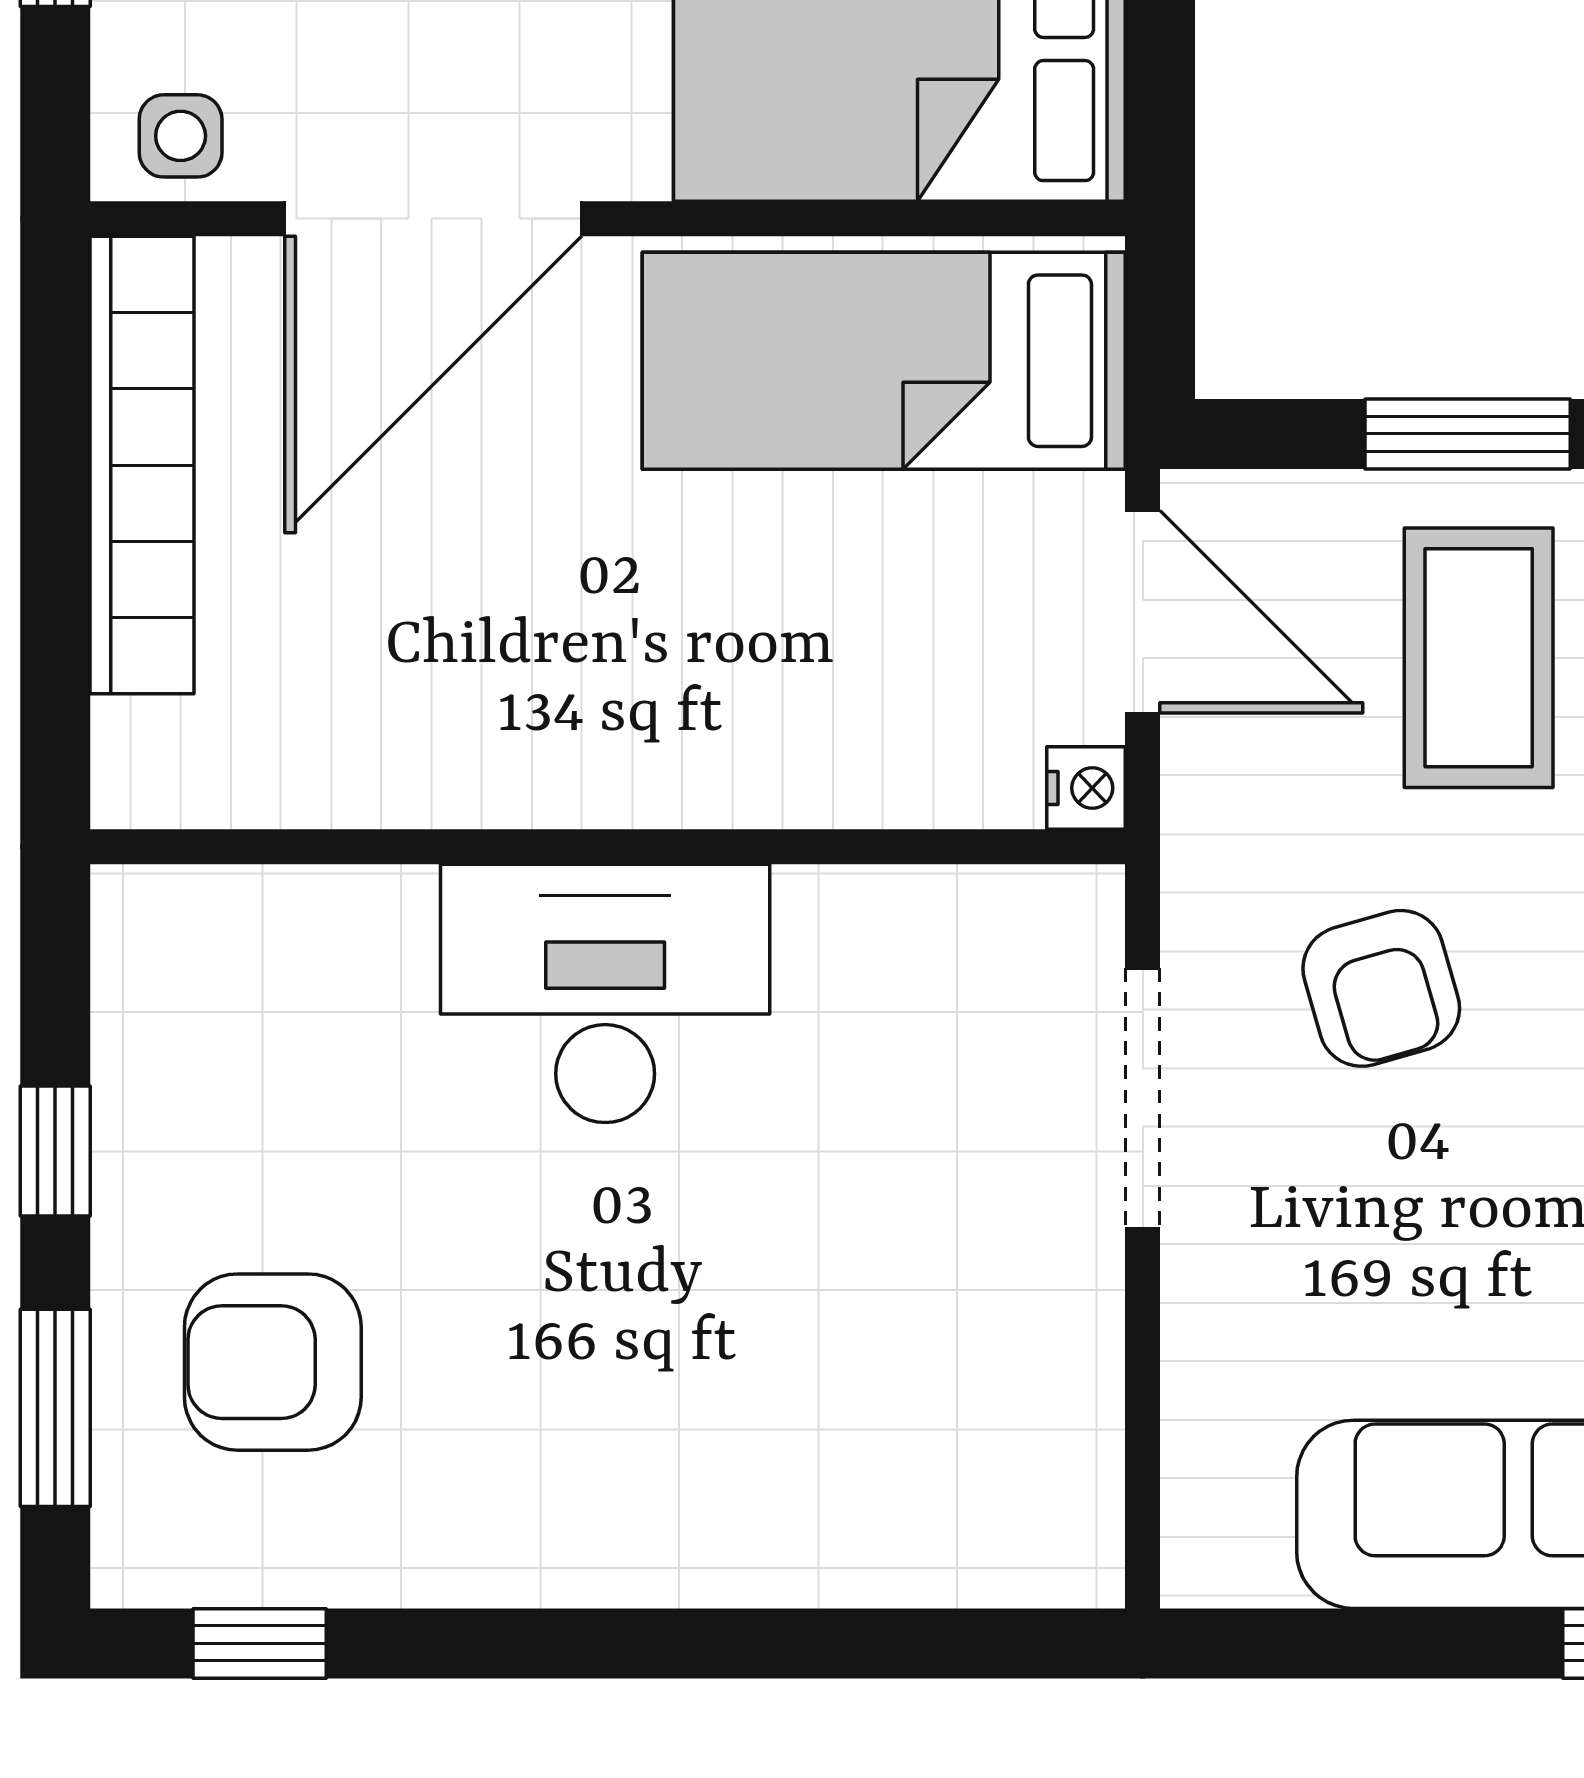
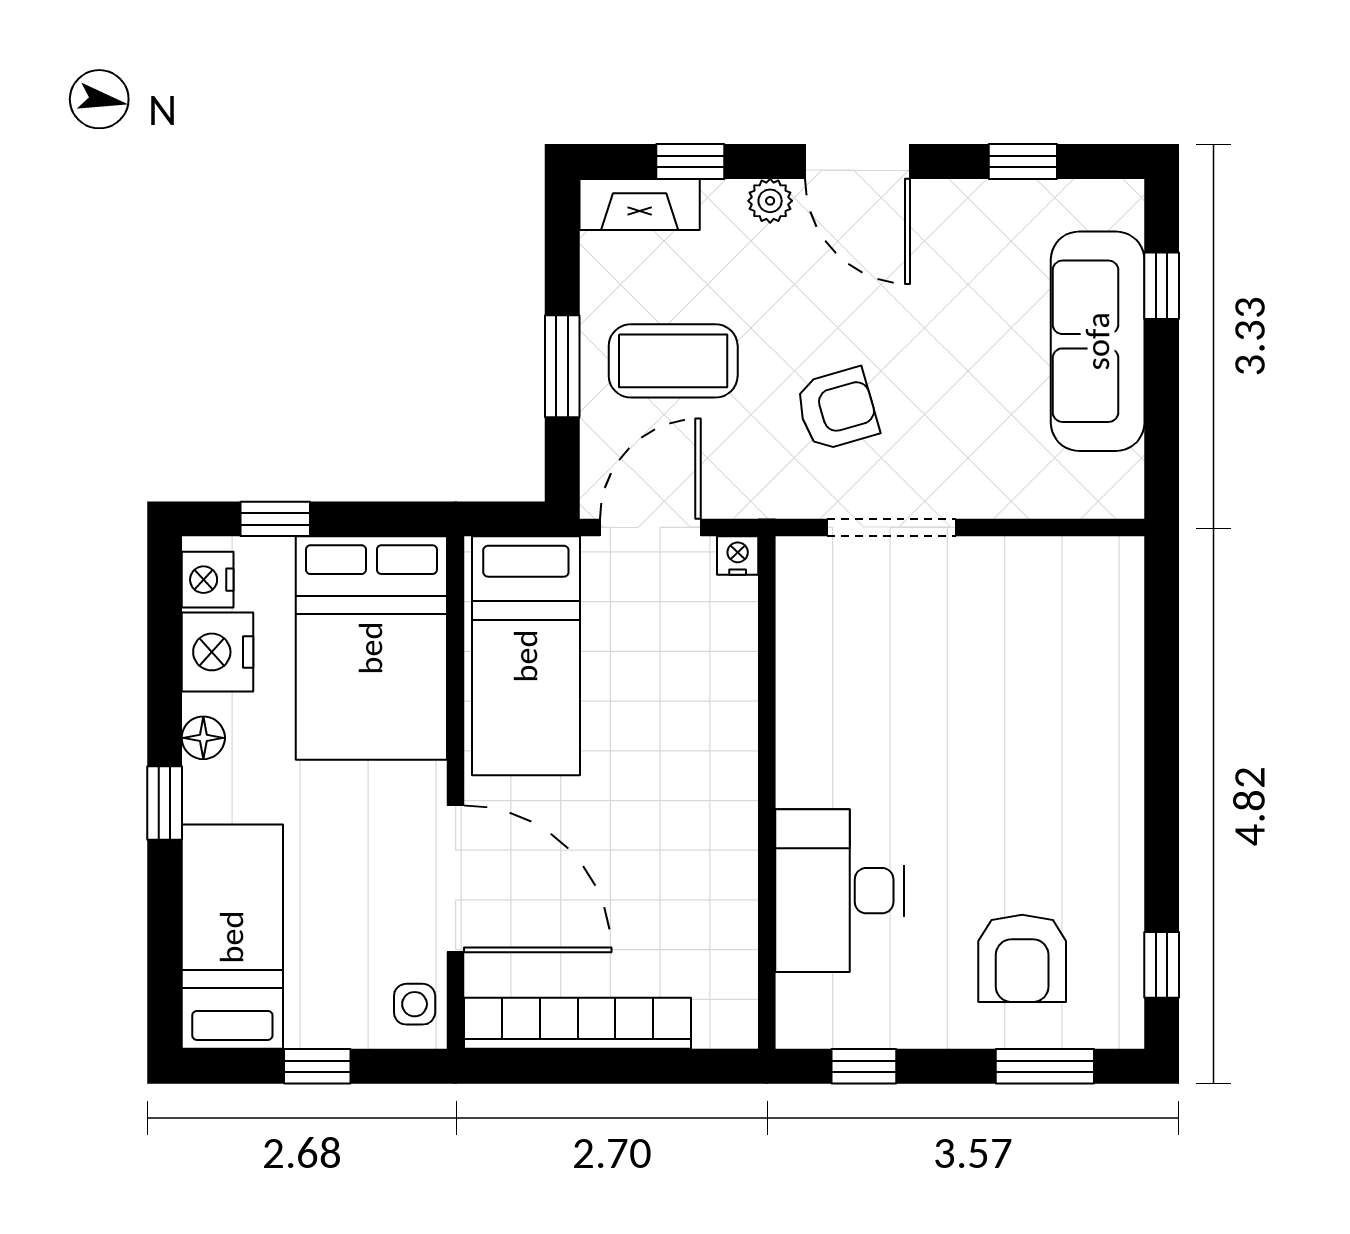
desk: (605, 993) -> (839, 891), moved
window: (55, 1151) -> (864, 1066), moved

